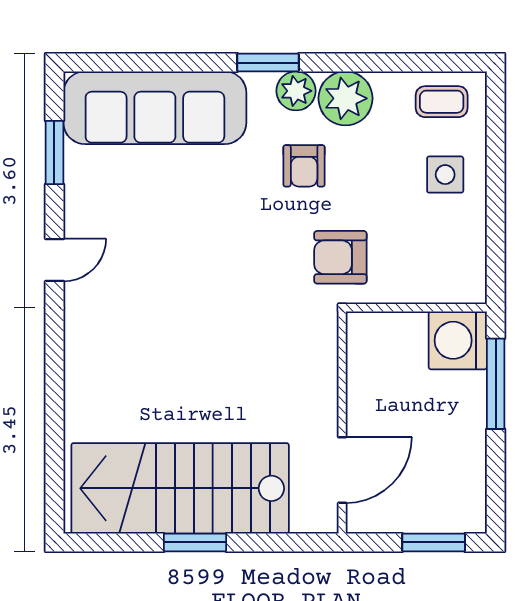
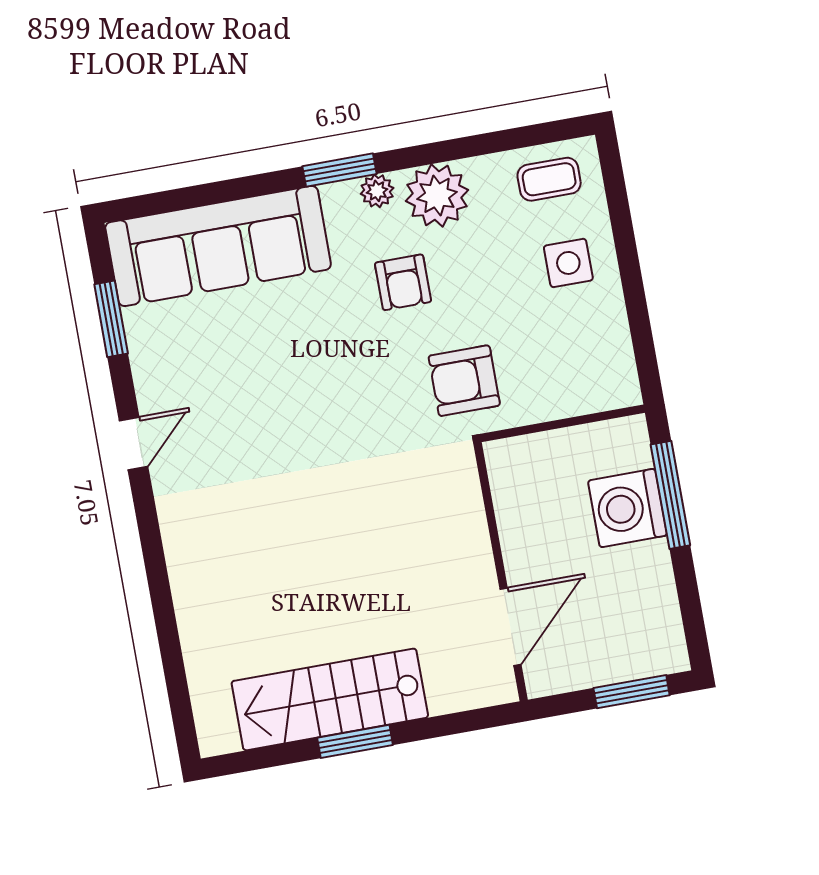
plant: (296, 91) -> (377, 191), width x0.73, depth x0.73
washing machine: (458, 340) -> (627, 508), moved
stairs: (180, 488) -> (330, 699), width x0.73, depth x0.66

